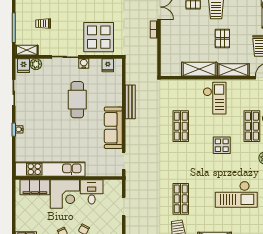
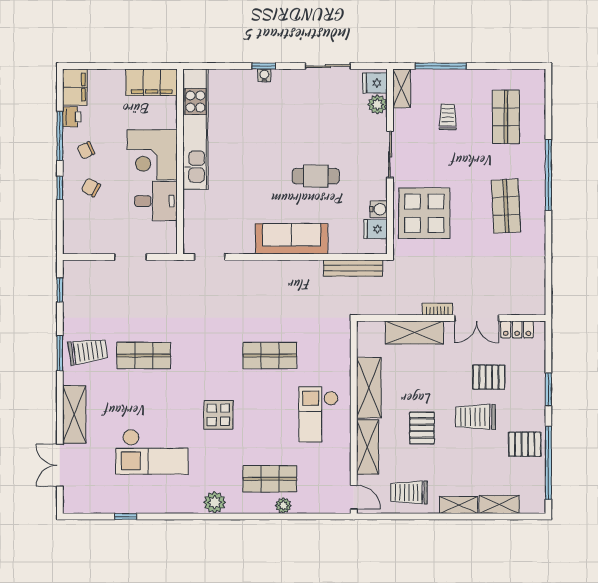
pallet: (222, 38) -> (422, 428), turned 90
shelving: (167, 43) -> (414, 332), added
water cooler: (84, 63) -> (379, 209), moved
checkout: (215, 98) -> (318, 414), turned 90
cafe table: (77, 100) -> (316, 176), width x0.73, depth x0.74
bench: (130, 102) -> (353, 268), moved
sofa: (113, 128) -> (292, 239), moved
display table: (222, 145) -> (218, 415), moved
filing cabinet: (35, 187) -> (152, 82), moved, turned -90
checkout: (236, 194) -> (152, 452), turned -90

